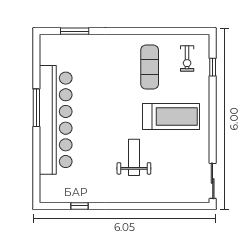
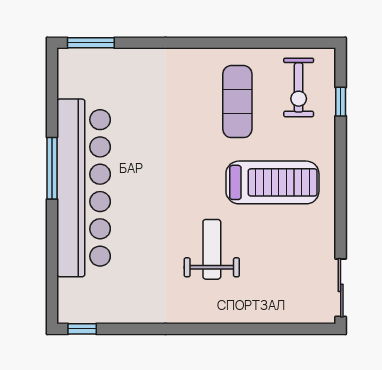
window: (75, 31) -> (91, 43), moved
exercise bike: (187, 58) -> (299, 87), width x1.38, depth x1.39
window: (80, 206) -> (82, 329), moved

